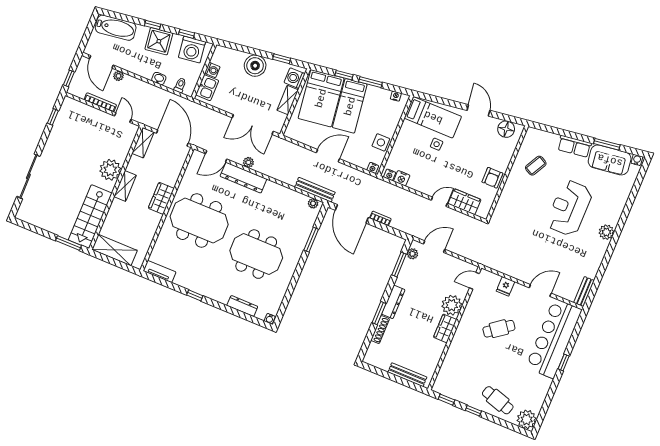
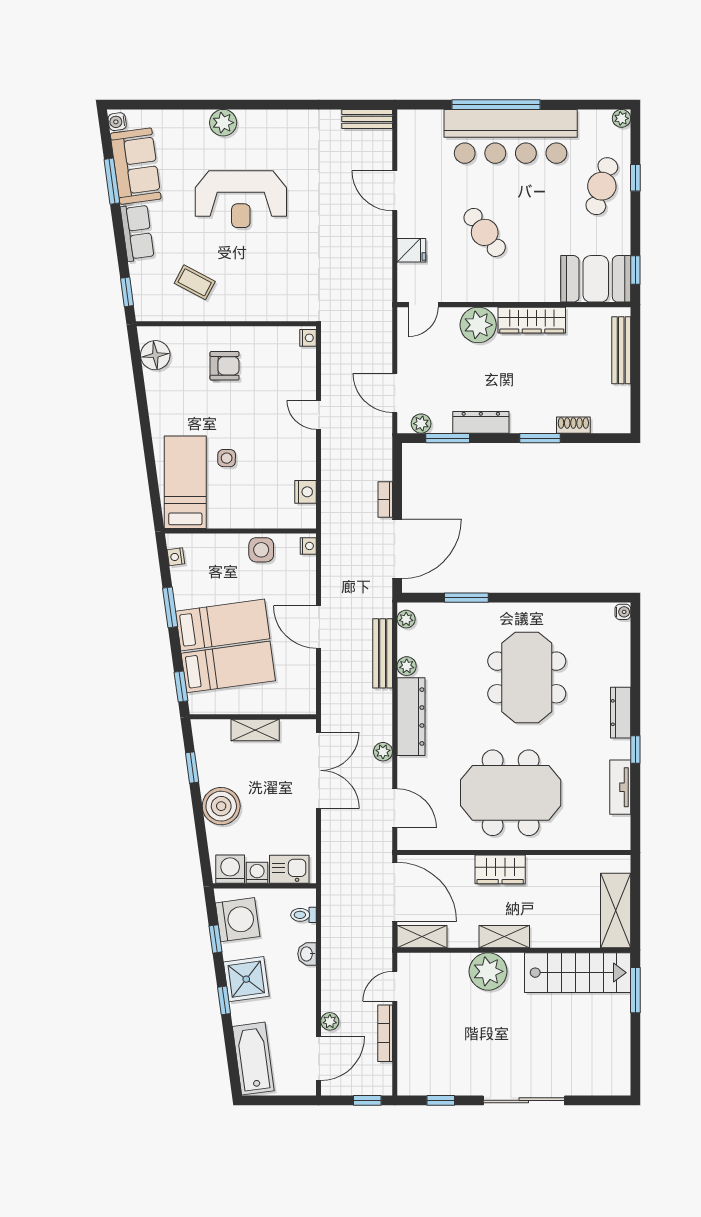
window: (344, 75) -> (181, 687), moved
washing machine: (295, 78) -> (230, 869), moved, turned 180
bed: (321, 98) -> (228, 667), width x0.67
door: (478, 110) -> (144, 413), removed
window: (545, 128) -> (127, 292), added
door: (172, 138) -> (395, 892), swing flipped
nightstand: (390, 175) -> (308, 338), moved
sliding door: (28, 176) -> (524, 1100), moved
dresser: (243, 178) -> (411, 717), moved
armchair: (492, 178) -> (225, 366), moved
bench: (315, 190) -> (383, 653), moved
plant: (288, 193) -> (407, 666), added
wardrobe: (465, 202) -> (301, 374), removed
meeting table: (199, 220) -> (511, 793), turned 90
plant: (606, 232) -> (223, 123), moved
tv unit: (160, 271) -> (620, 787), moved
door: (474, 281) -> (423, 305), hinge flipped
dresser: (393, 302) -> (481, 422), moved
dresser: (242, 306) -> (621, 713), moved
wardrobe: (445, 328) -> (532, 320), width x1.50
shoe rack: (380, 330) -> (573, 425), width x0.70
bar counter: (554, 338) -> (511, 136), moved
window: (564, 362) -> (496, 105), width x3.17
booth: (450, 377) -> (596, 279), added
window: (473, 411) -> (635, 178), moved
plant: (527, 419) -> (621, 118), width x0.53, depth x0.53

